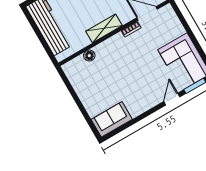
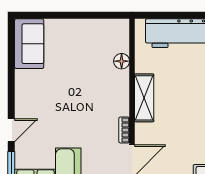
door: (172, 99) -> (11, 130), hinge flipped

